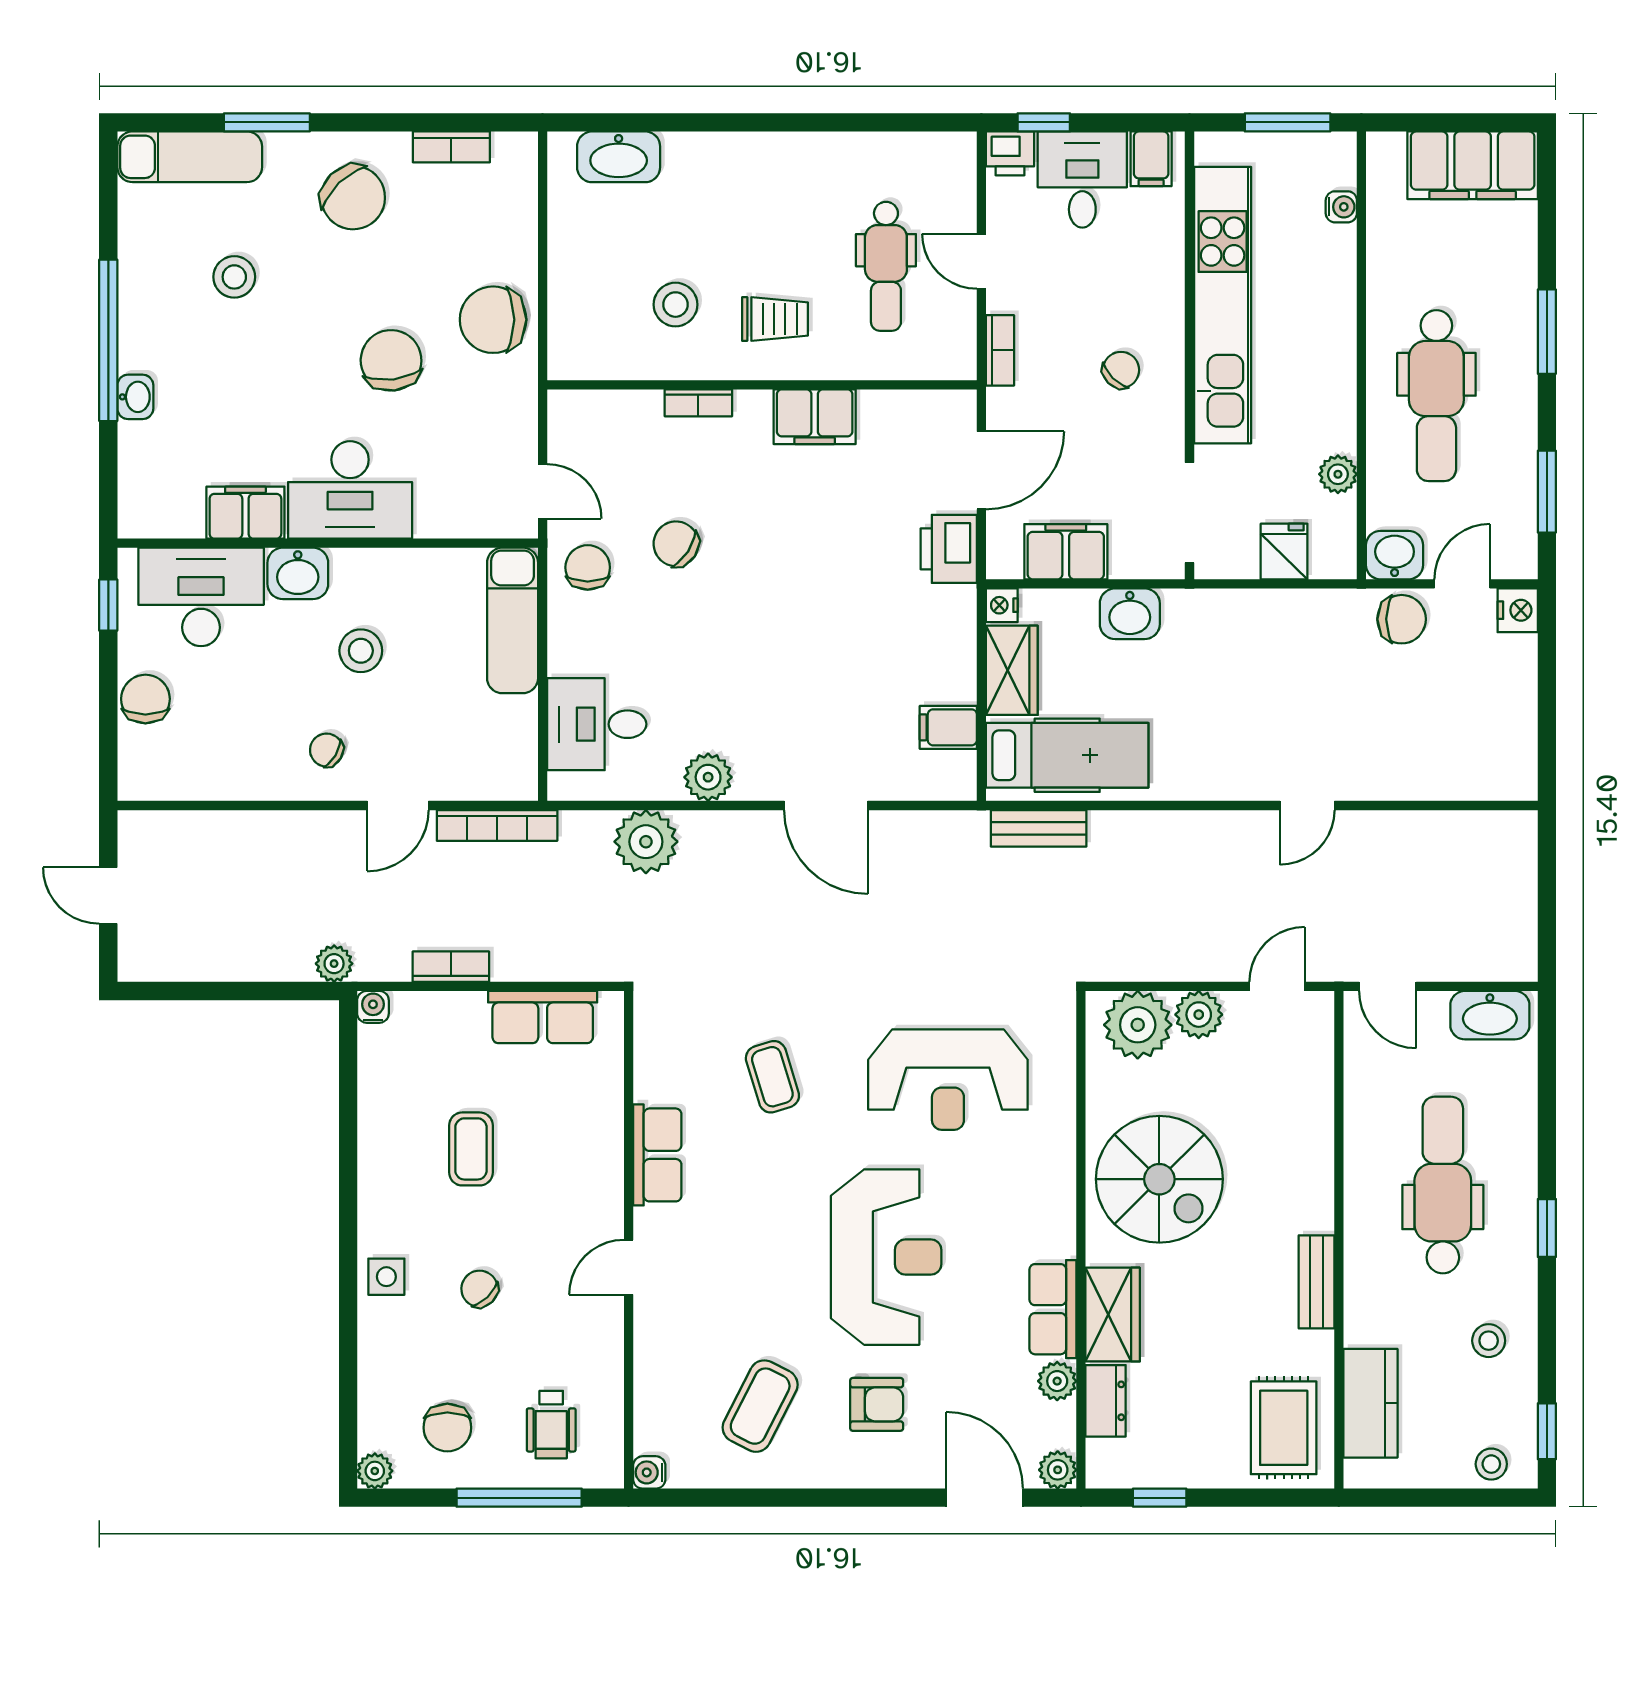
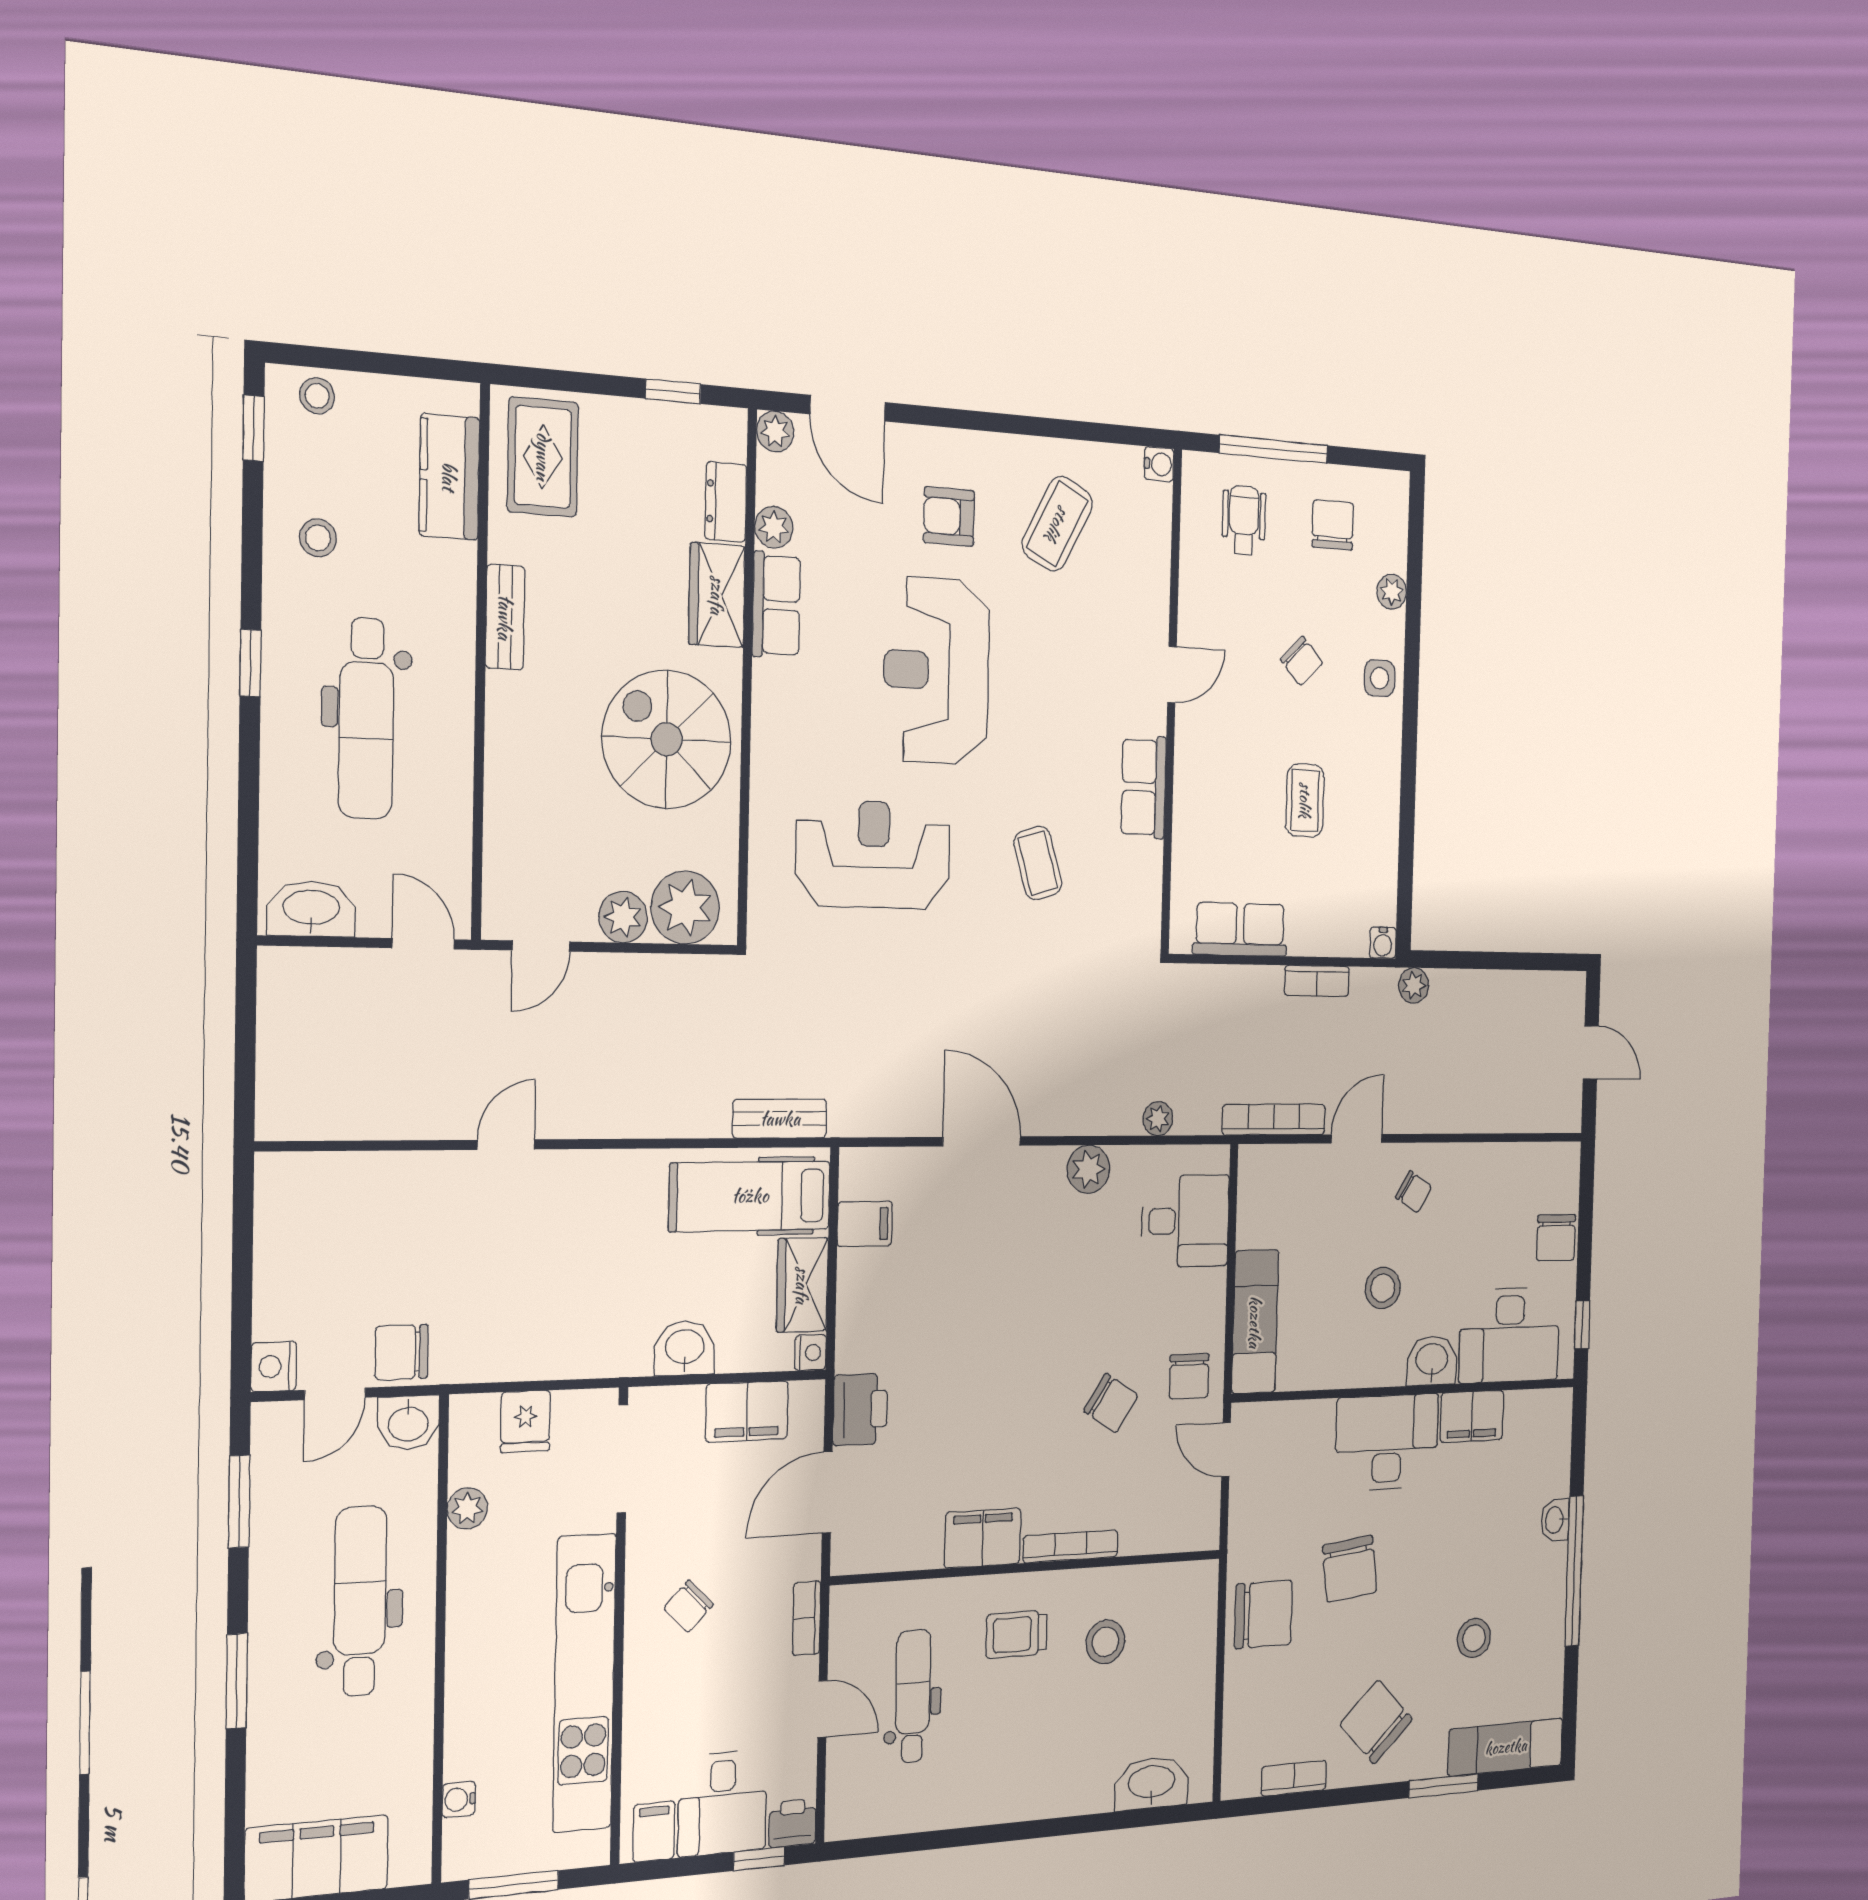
bookcase: (698, 403) -> (1071, 1546), width x1.56
plant: (646, 842) -> (1158, 1119), width x0.53, depth x0.53
plant: (375, 1471) -> (1392, 592), moved

